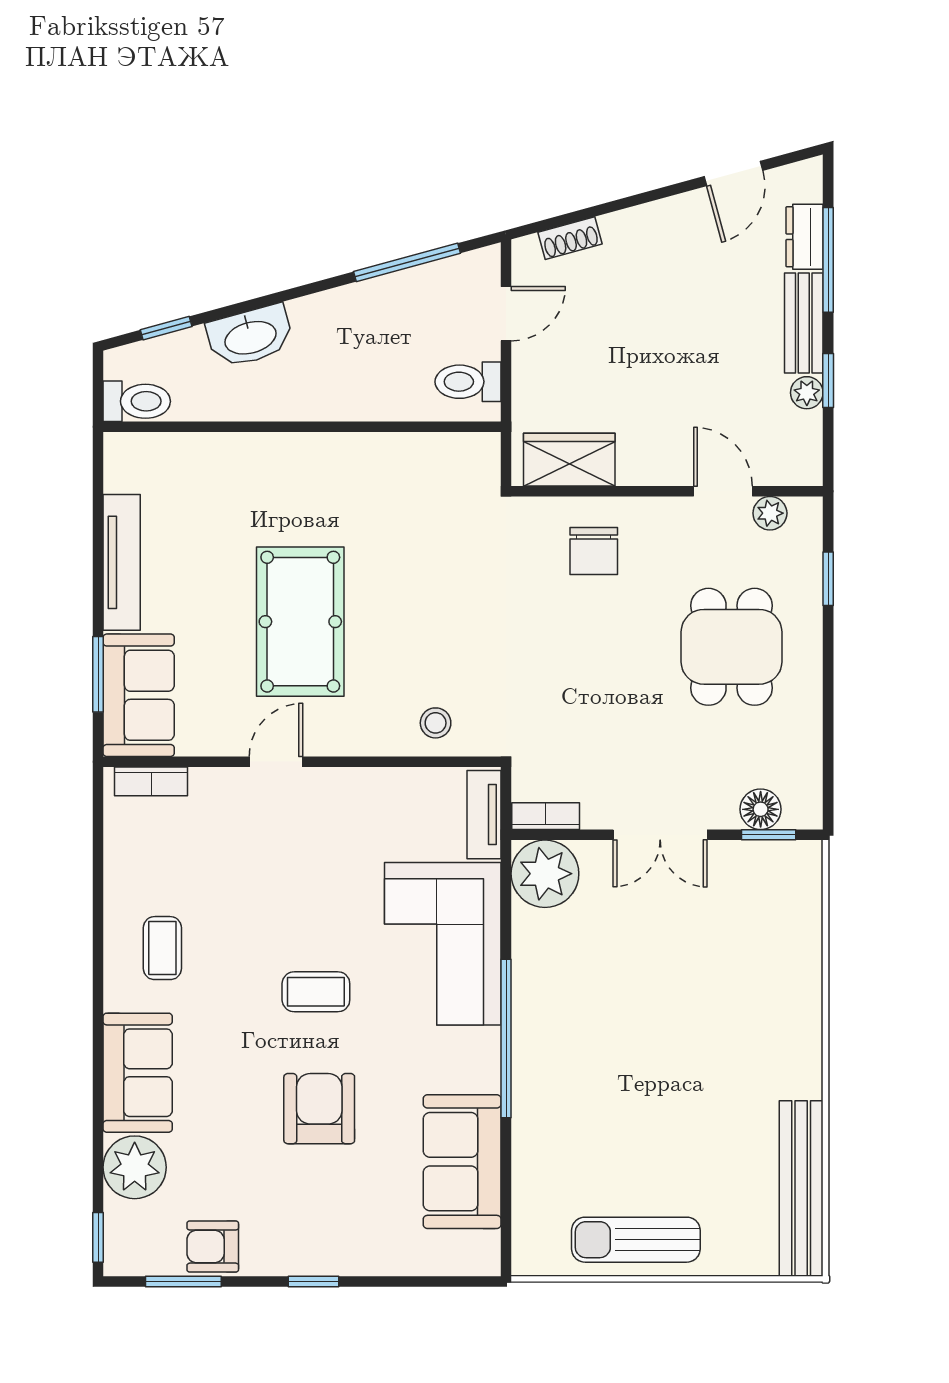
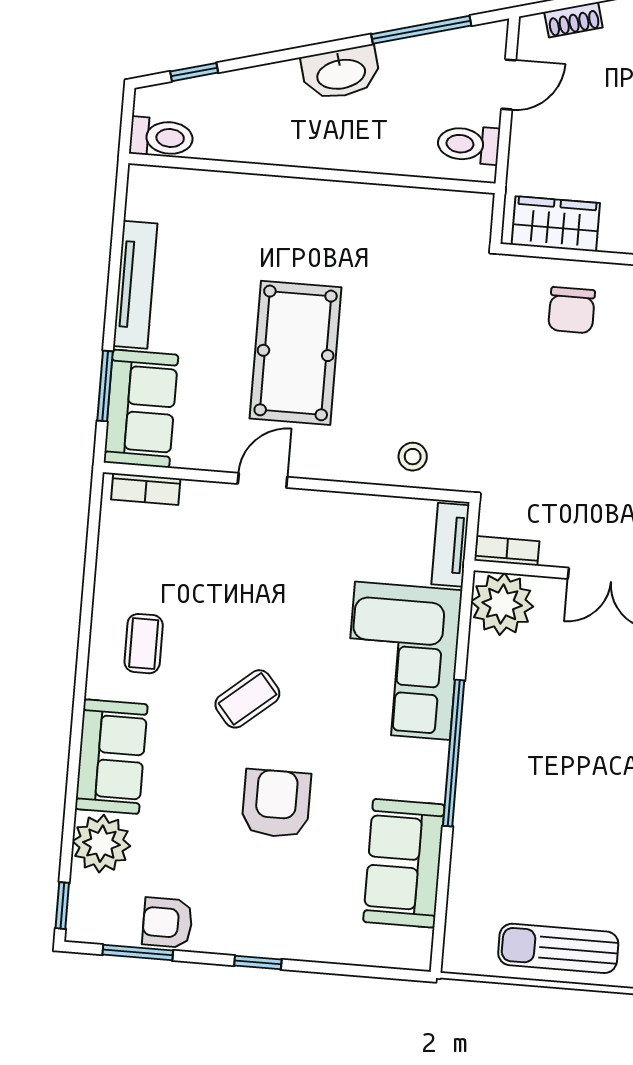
washbasin: (250, 336) -> (341, 73), moved
coffee table: (316, 992) -> (247, 699), moved, turned -40

